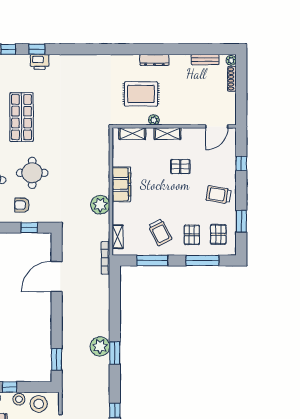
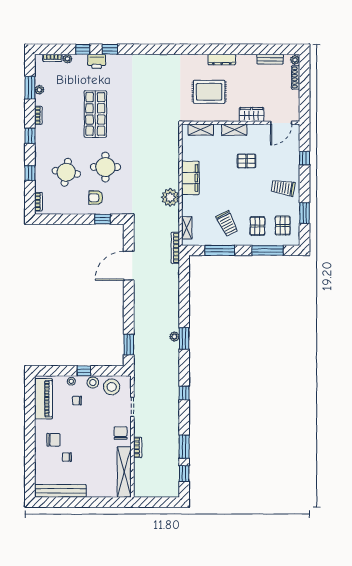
printer: (40, 62) -> (97, 61), moved
wardrobe: (186, 118) -> (252, 114), added
plant: (154, 120) -> (221, 117), removed
plant: (100, 346) -> (174, 337), width x0.53, depth x0.53

